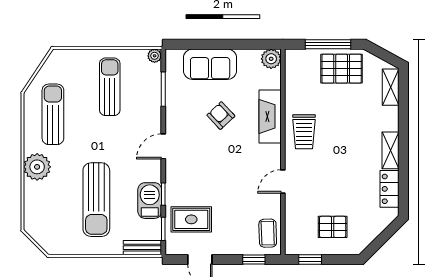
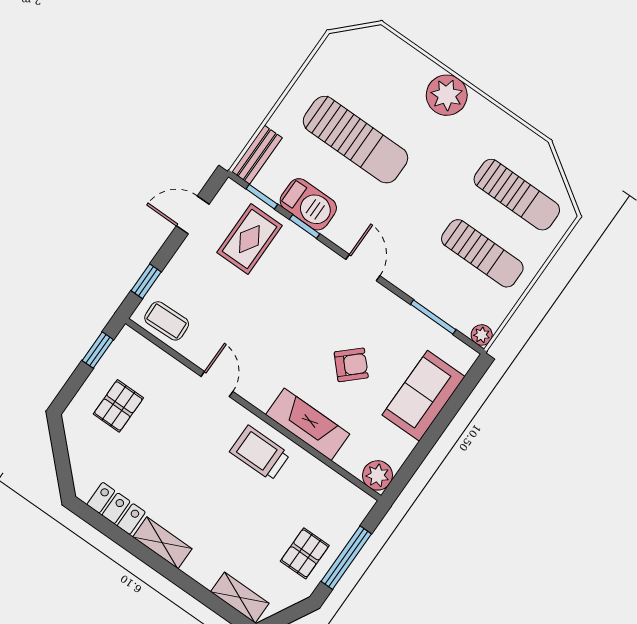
pallet: (342, 69) -> (305, 553), width x0.67, depth x0.71
sun lounger: (53, 114) -> (517, 195), moved
sun lounger: (96, 200) -> (355, 140), turned 180

